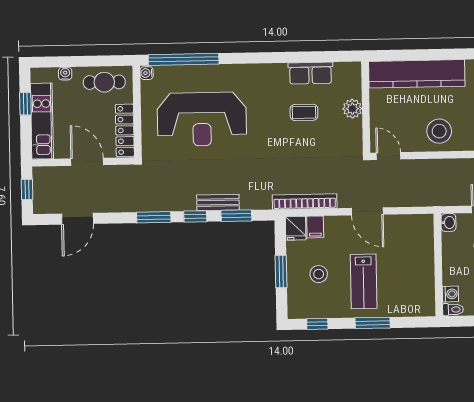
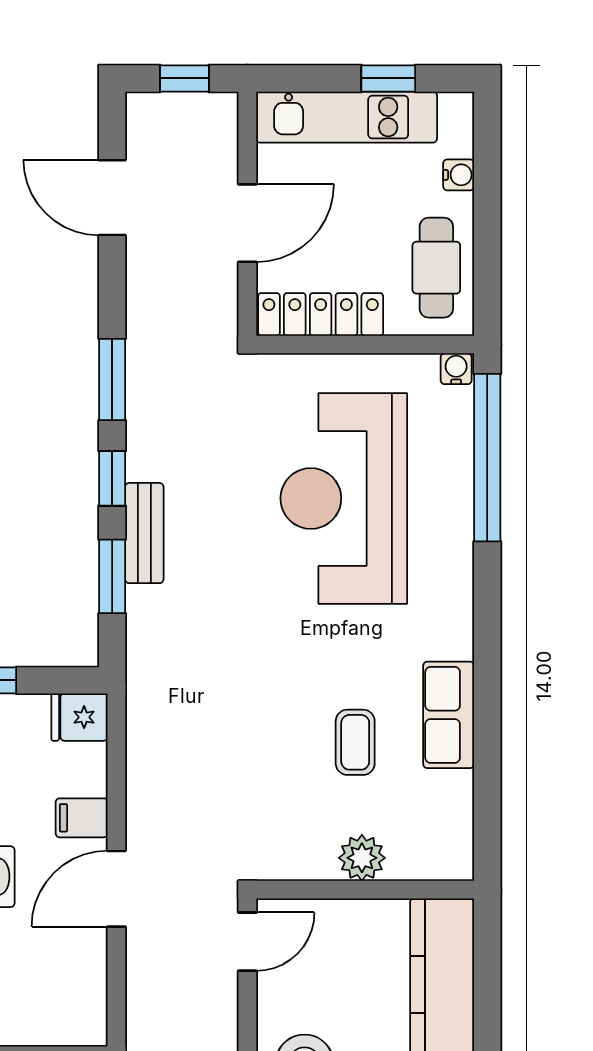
row of seats: (311, 73) -> (449, 715), moved
bookcase: (305, 202) -> (143, 740), removed
filing cabinet: (315, 227) -> (82, 818), moved

